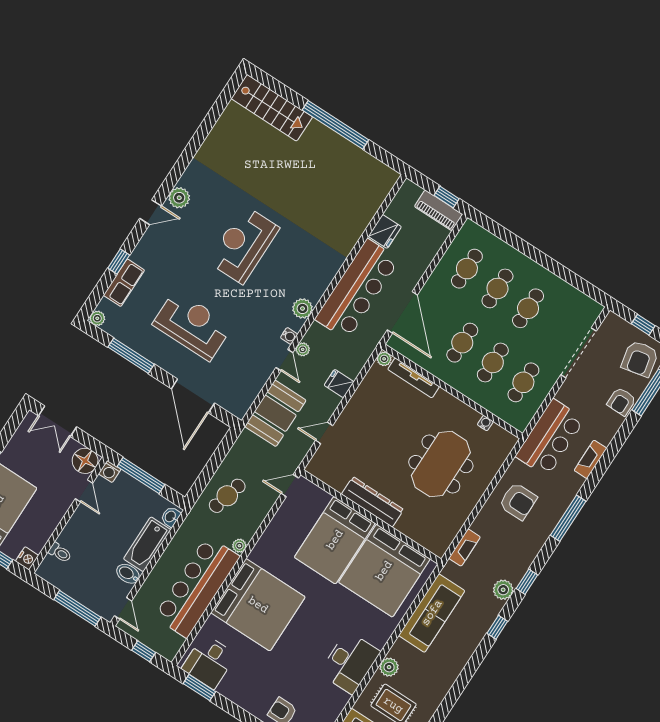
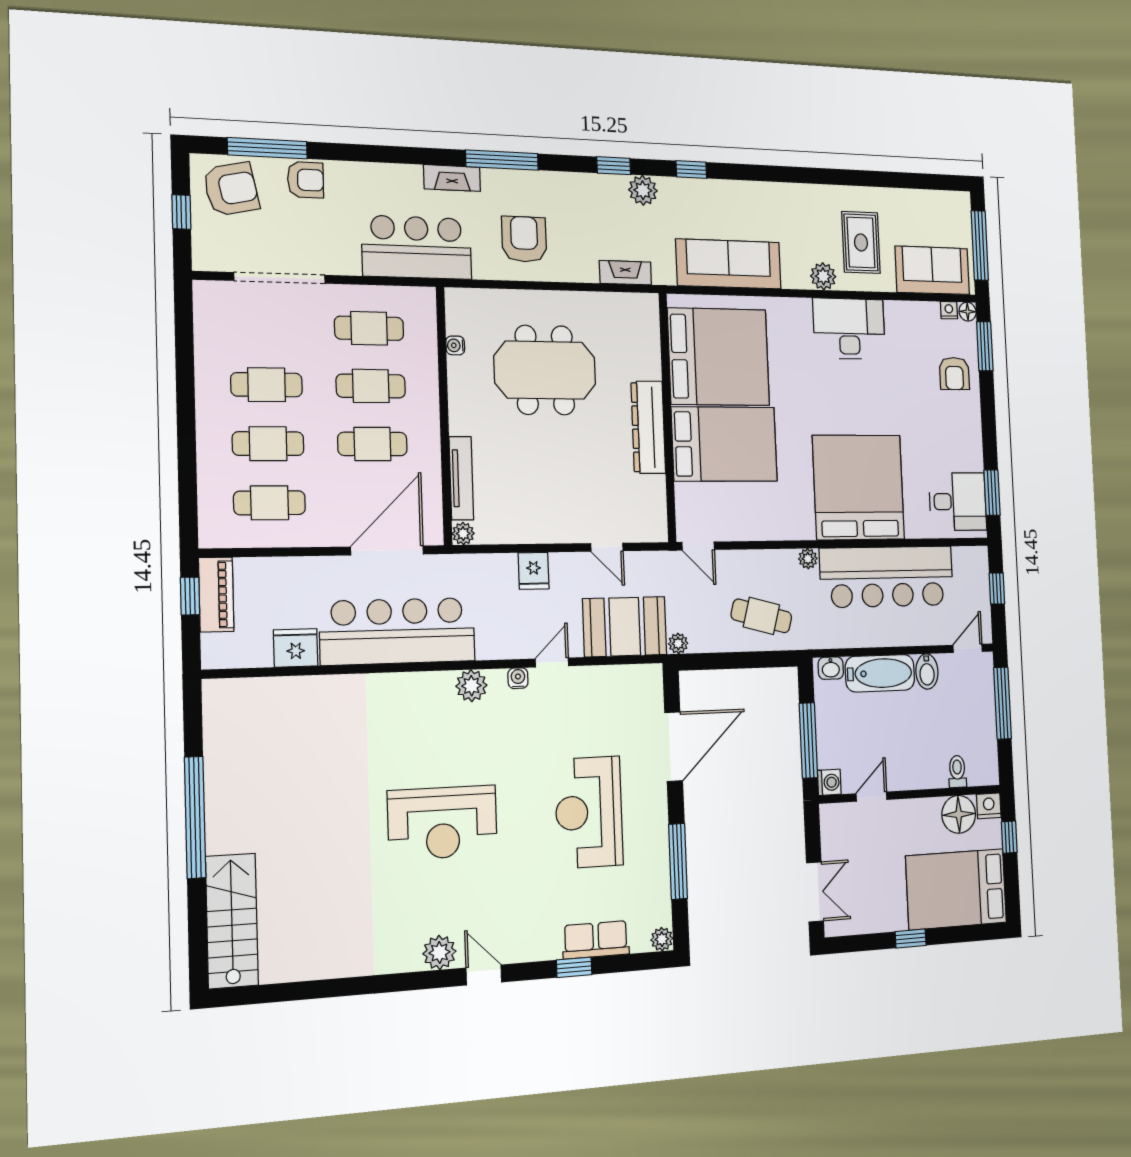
plant: (303, 349) -> (678, 643), moved
fireplace: (590, 459) -> (452, 178), moved
floor lamp: (85, 461) -> (959, 814), moved

